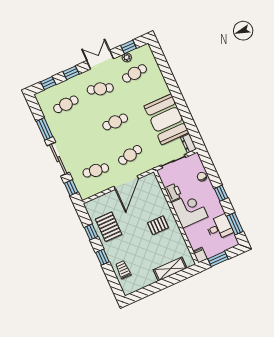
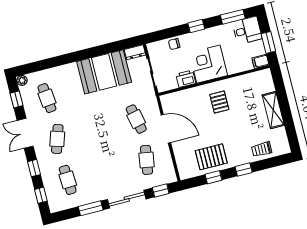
plant: (127, 57) -> (22, 80), moved
cafe table: (115, 122) -> (97, 129), removed
desk: (219, 227) -> (247, 30), moved, turned 90
shelving: (170, 269) -> (273, 110), moved

